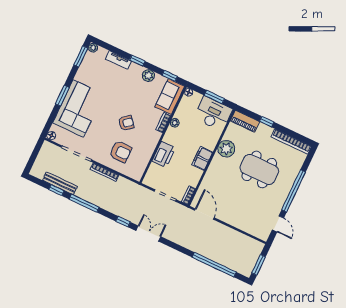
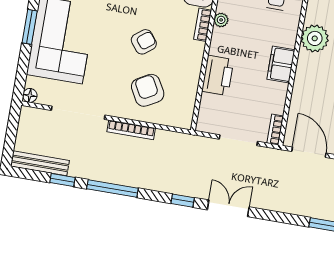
armchair: (121, 152) -> (148, 90), turned -119
bench: (60, 183) -> (40, 163), moved

